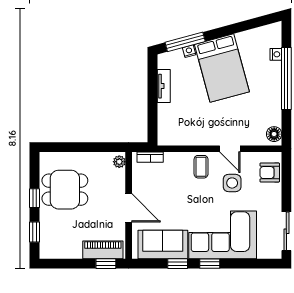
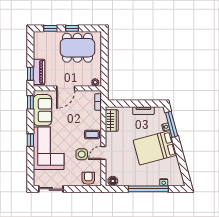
wardrobe: (179, 136) -> (112, 121), added
dining table: (65, 190) -> (77, 48), width x1.38
window: (178, 264) -> (30, 102), moved

